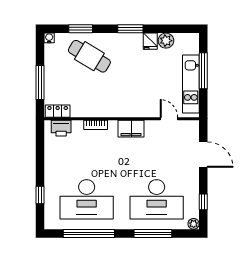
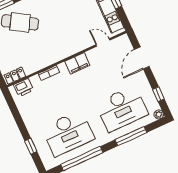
door: (203, 155) -> (142, 58), swing flipped

